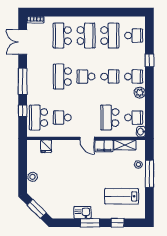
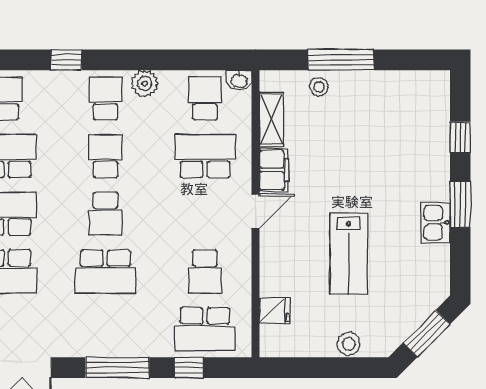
school desk: (110, 118) -> (205, 156), turned 180
lab bench: (122, 196) -> (349, 254), moved

